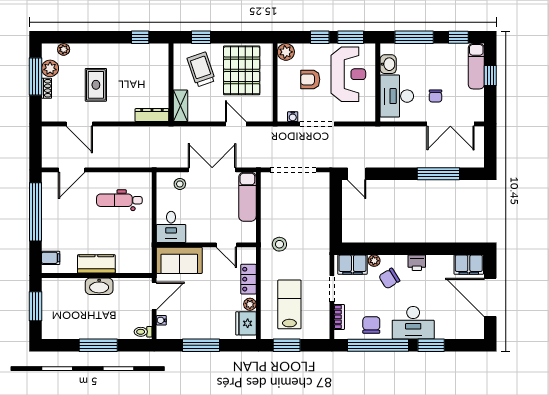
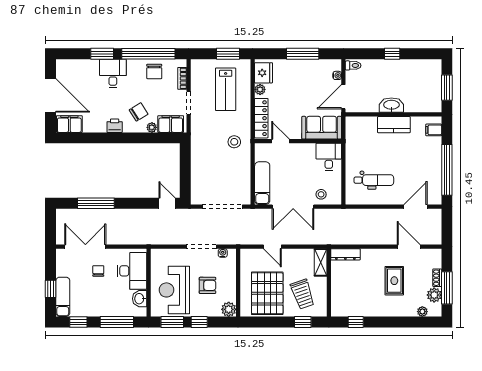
locker: (248, 279) -> (261, 118), width x1.53
desk: (413, 323) -> (113, 73), width x0.73
window: (98, 345) -> (392, 54), width x0.46

